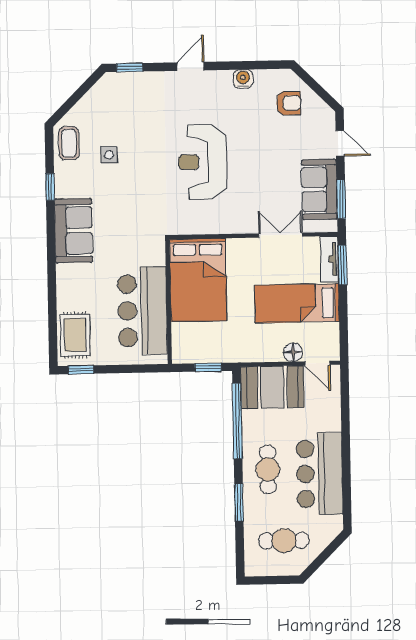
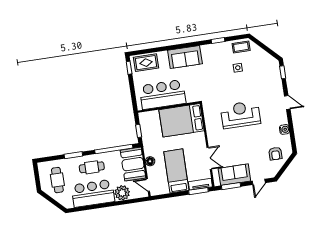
sofa: (74, 231) -> (185, 57), moved
floor lamp: (293, 352) -> (150, 161), moved
door: (317, 363) -> (148, 185), hinge flipped
plant: (326, 416) -> (122, 193), added

